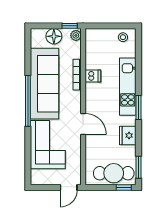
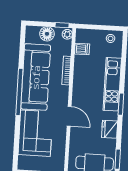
dishwasher: (93, 76) -> (82, 49), moved

